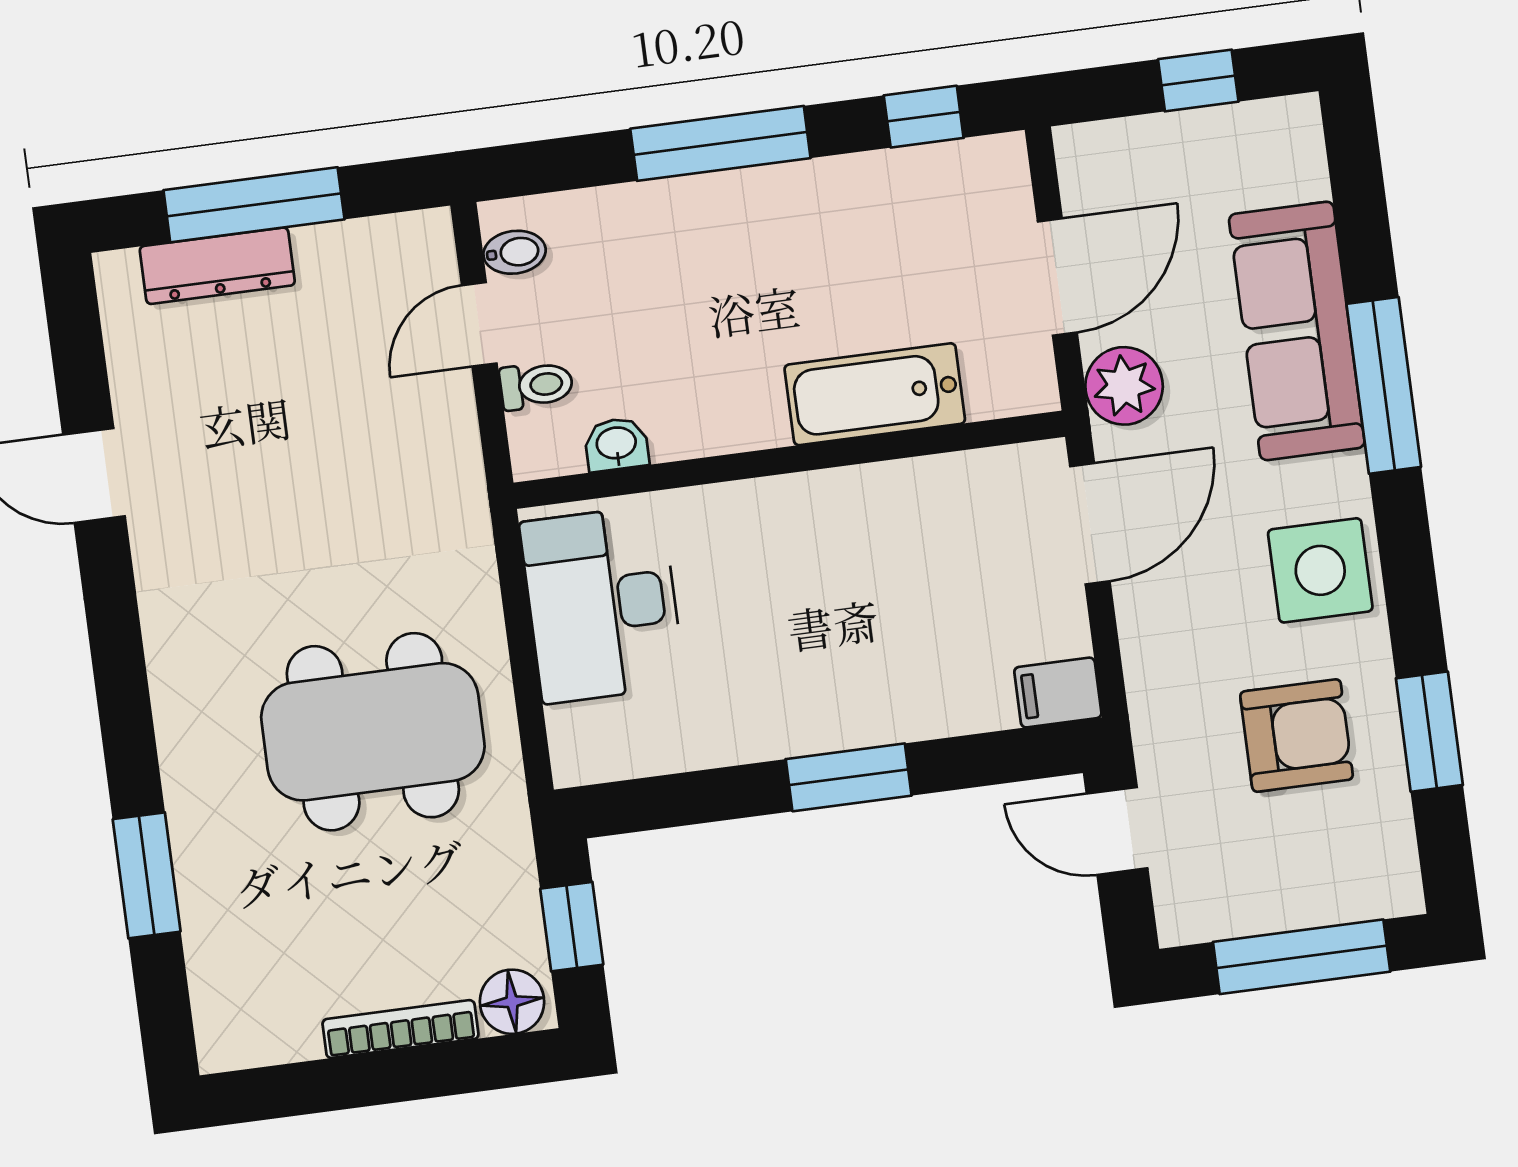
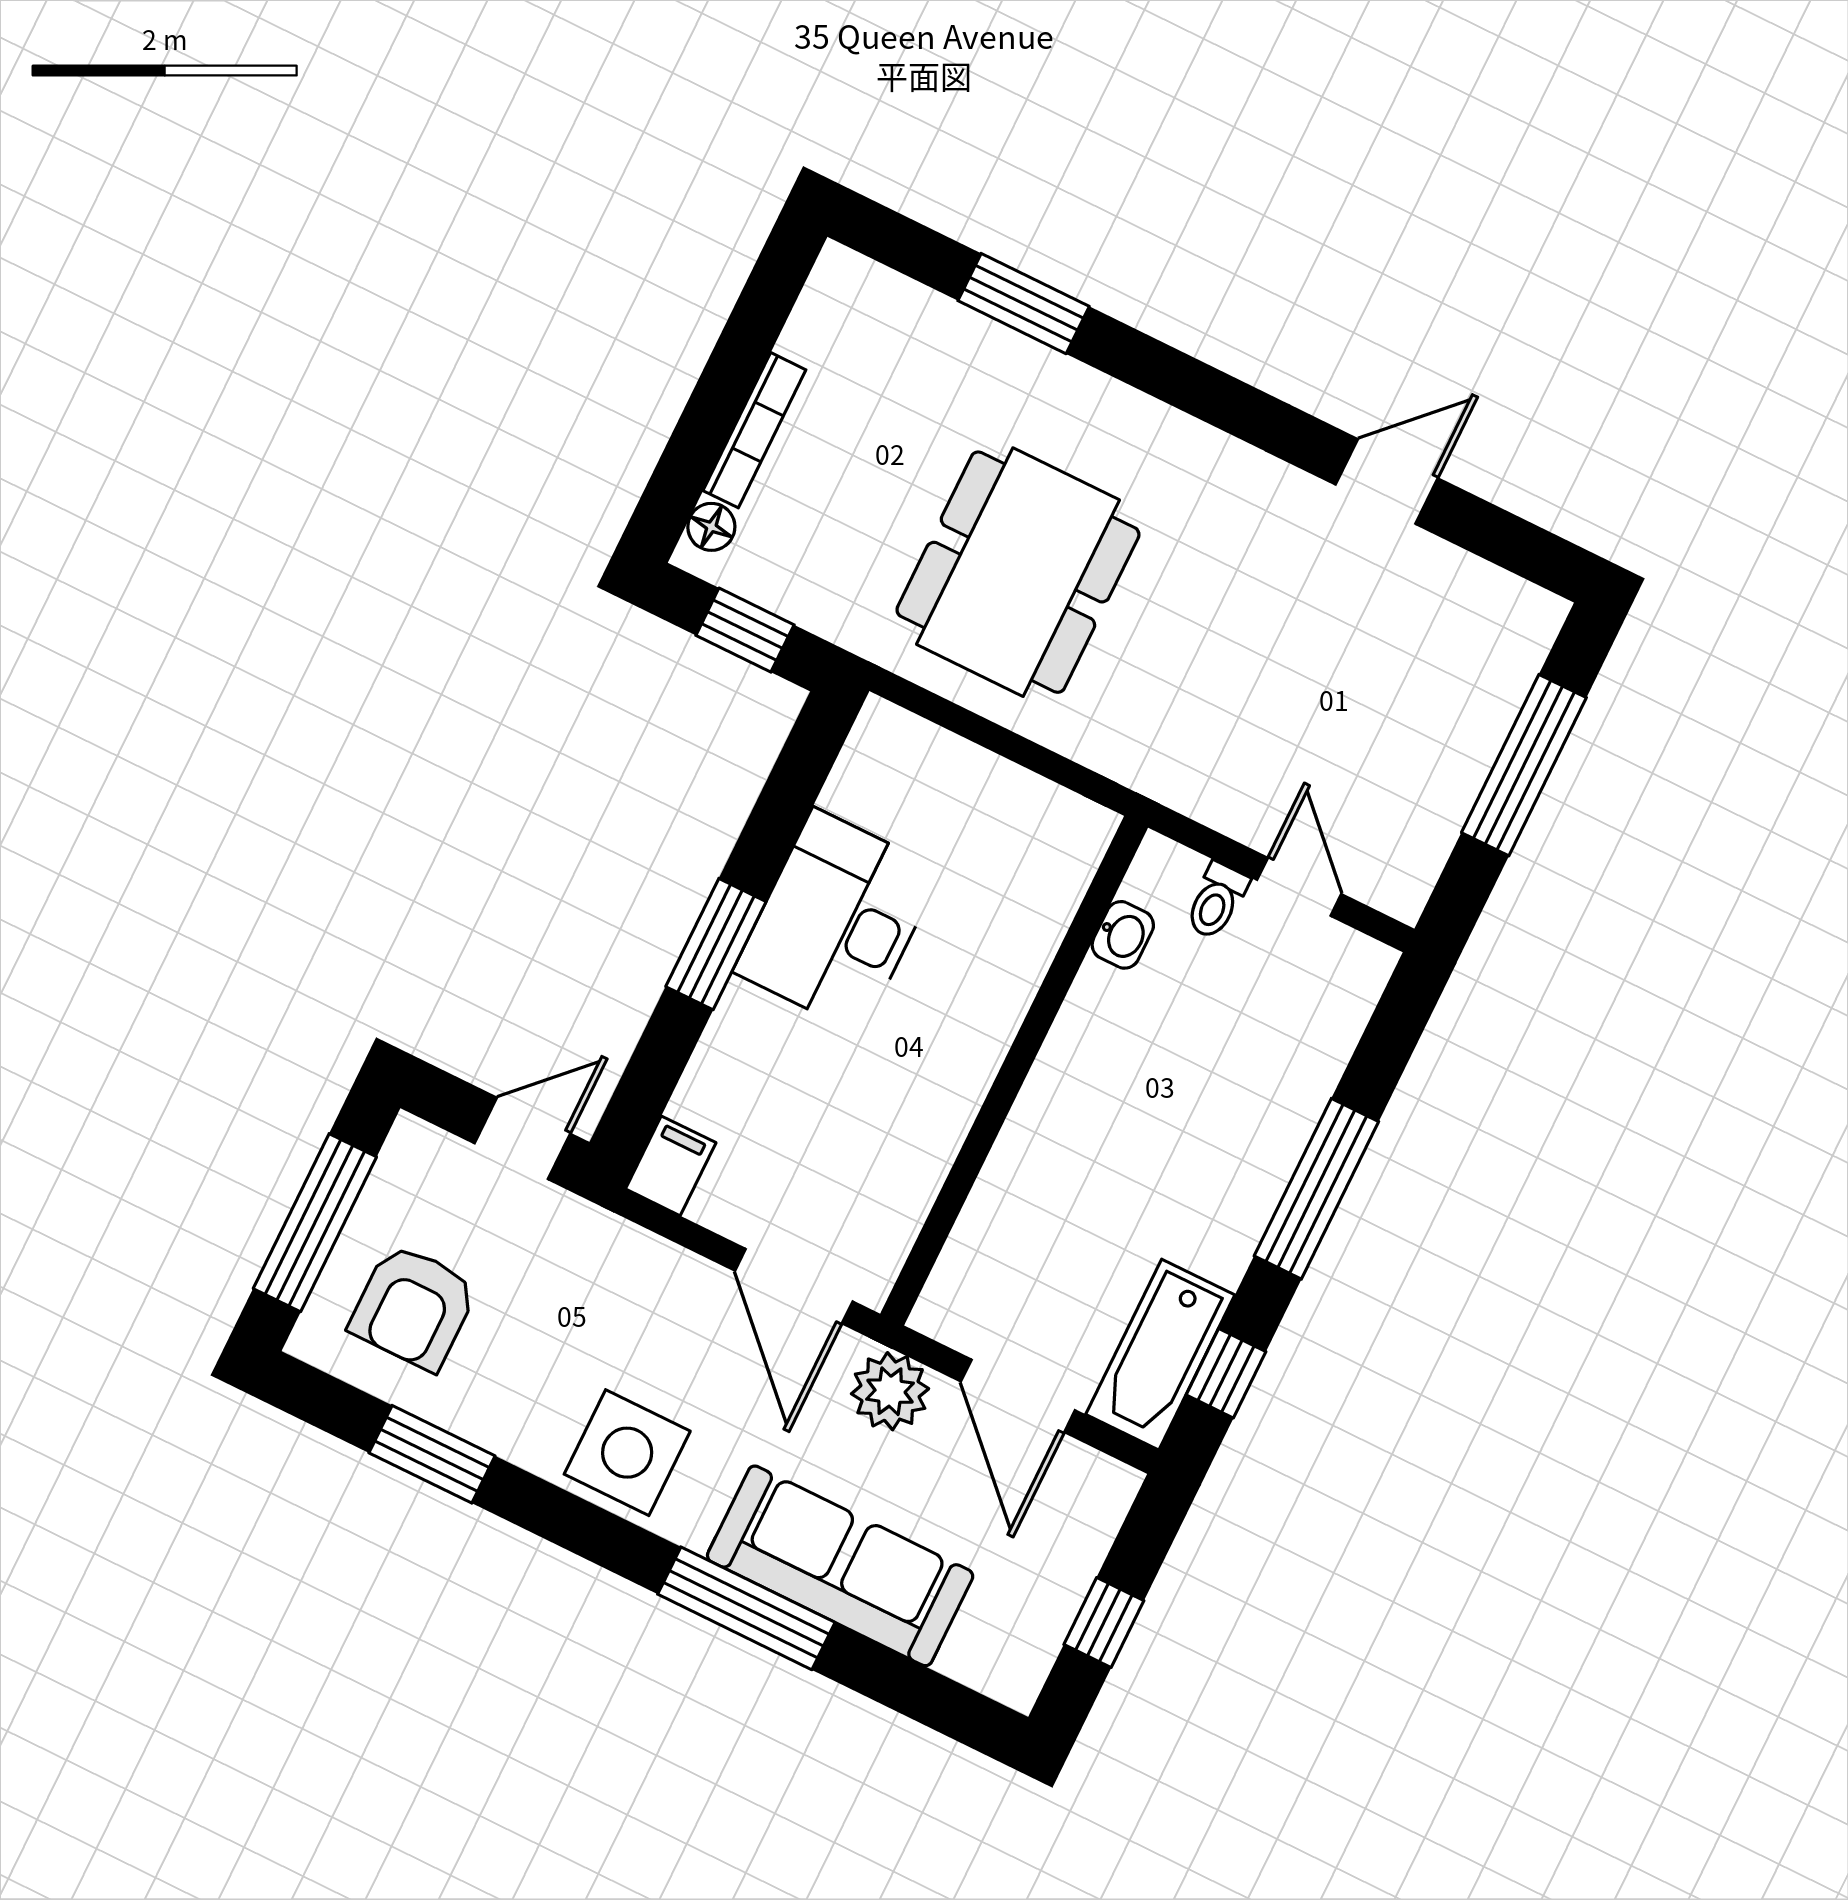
bidet: (515, 252) -> (1340, 956), removed
dresser: (217, 266) -> (1493, 701), removed
bathtub: (875, 394) -> (1160, 1355), moved, turned 180
desk: (602, 604) -> (837, 921), moved, turned -90
armchair: (1297, 736) -> (413, 1307), moved
floor lamp: (512, 1002) -> (711, 527), width x0.73, depth x0.73

